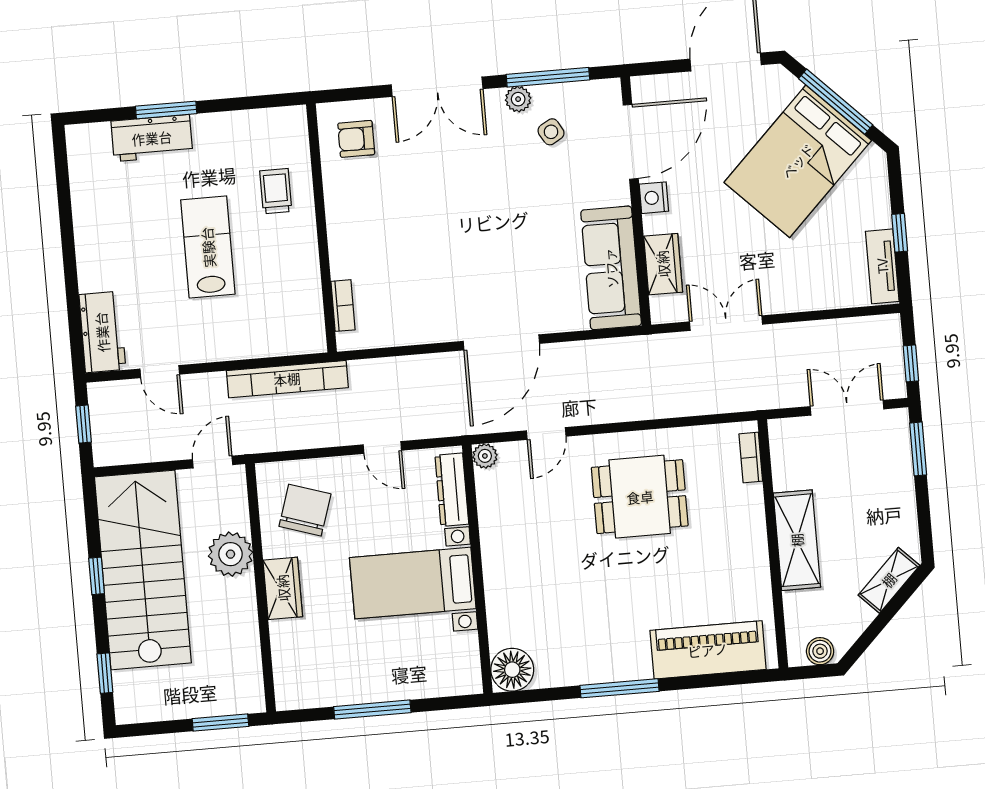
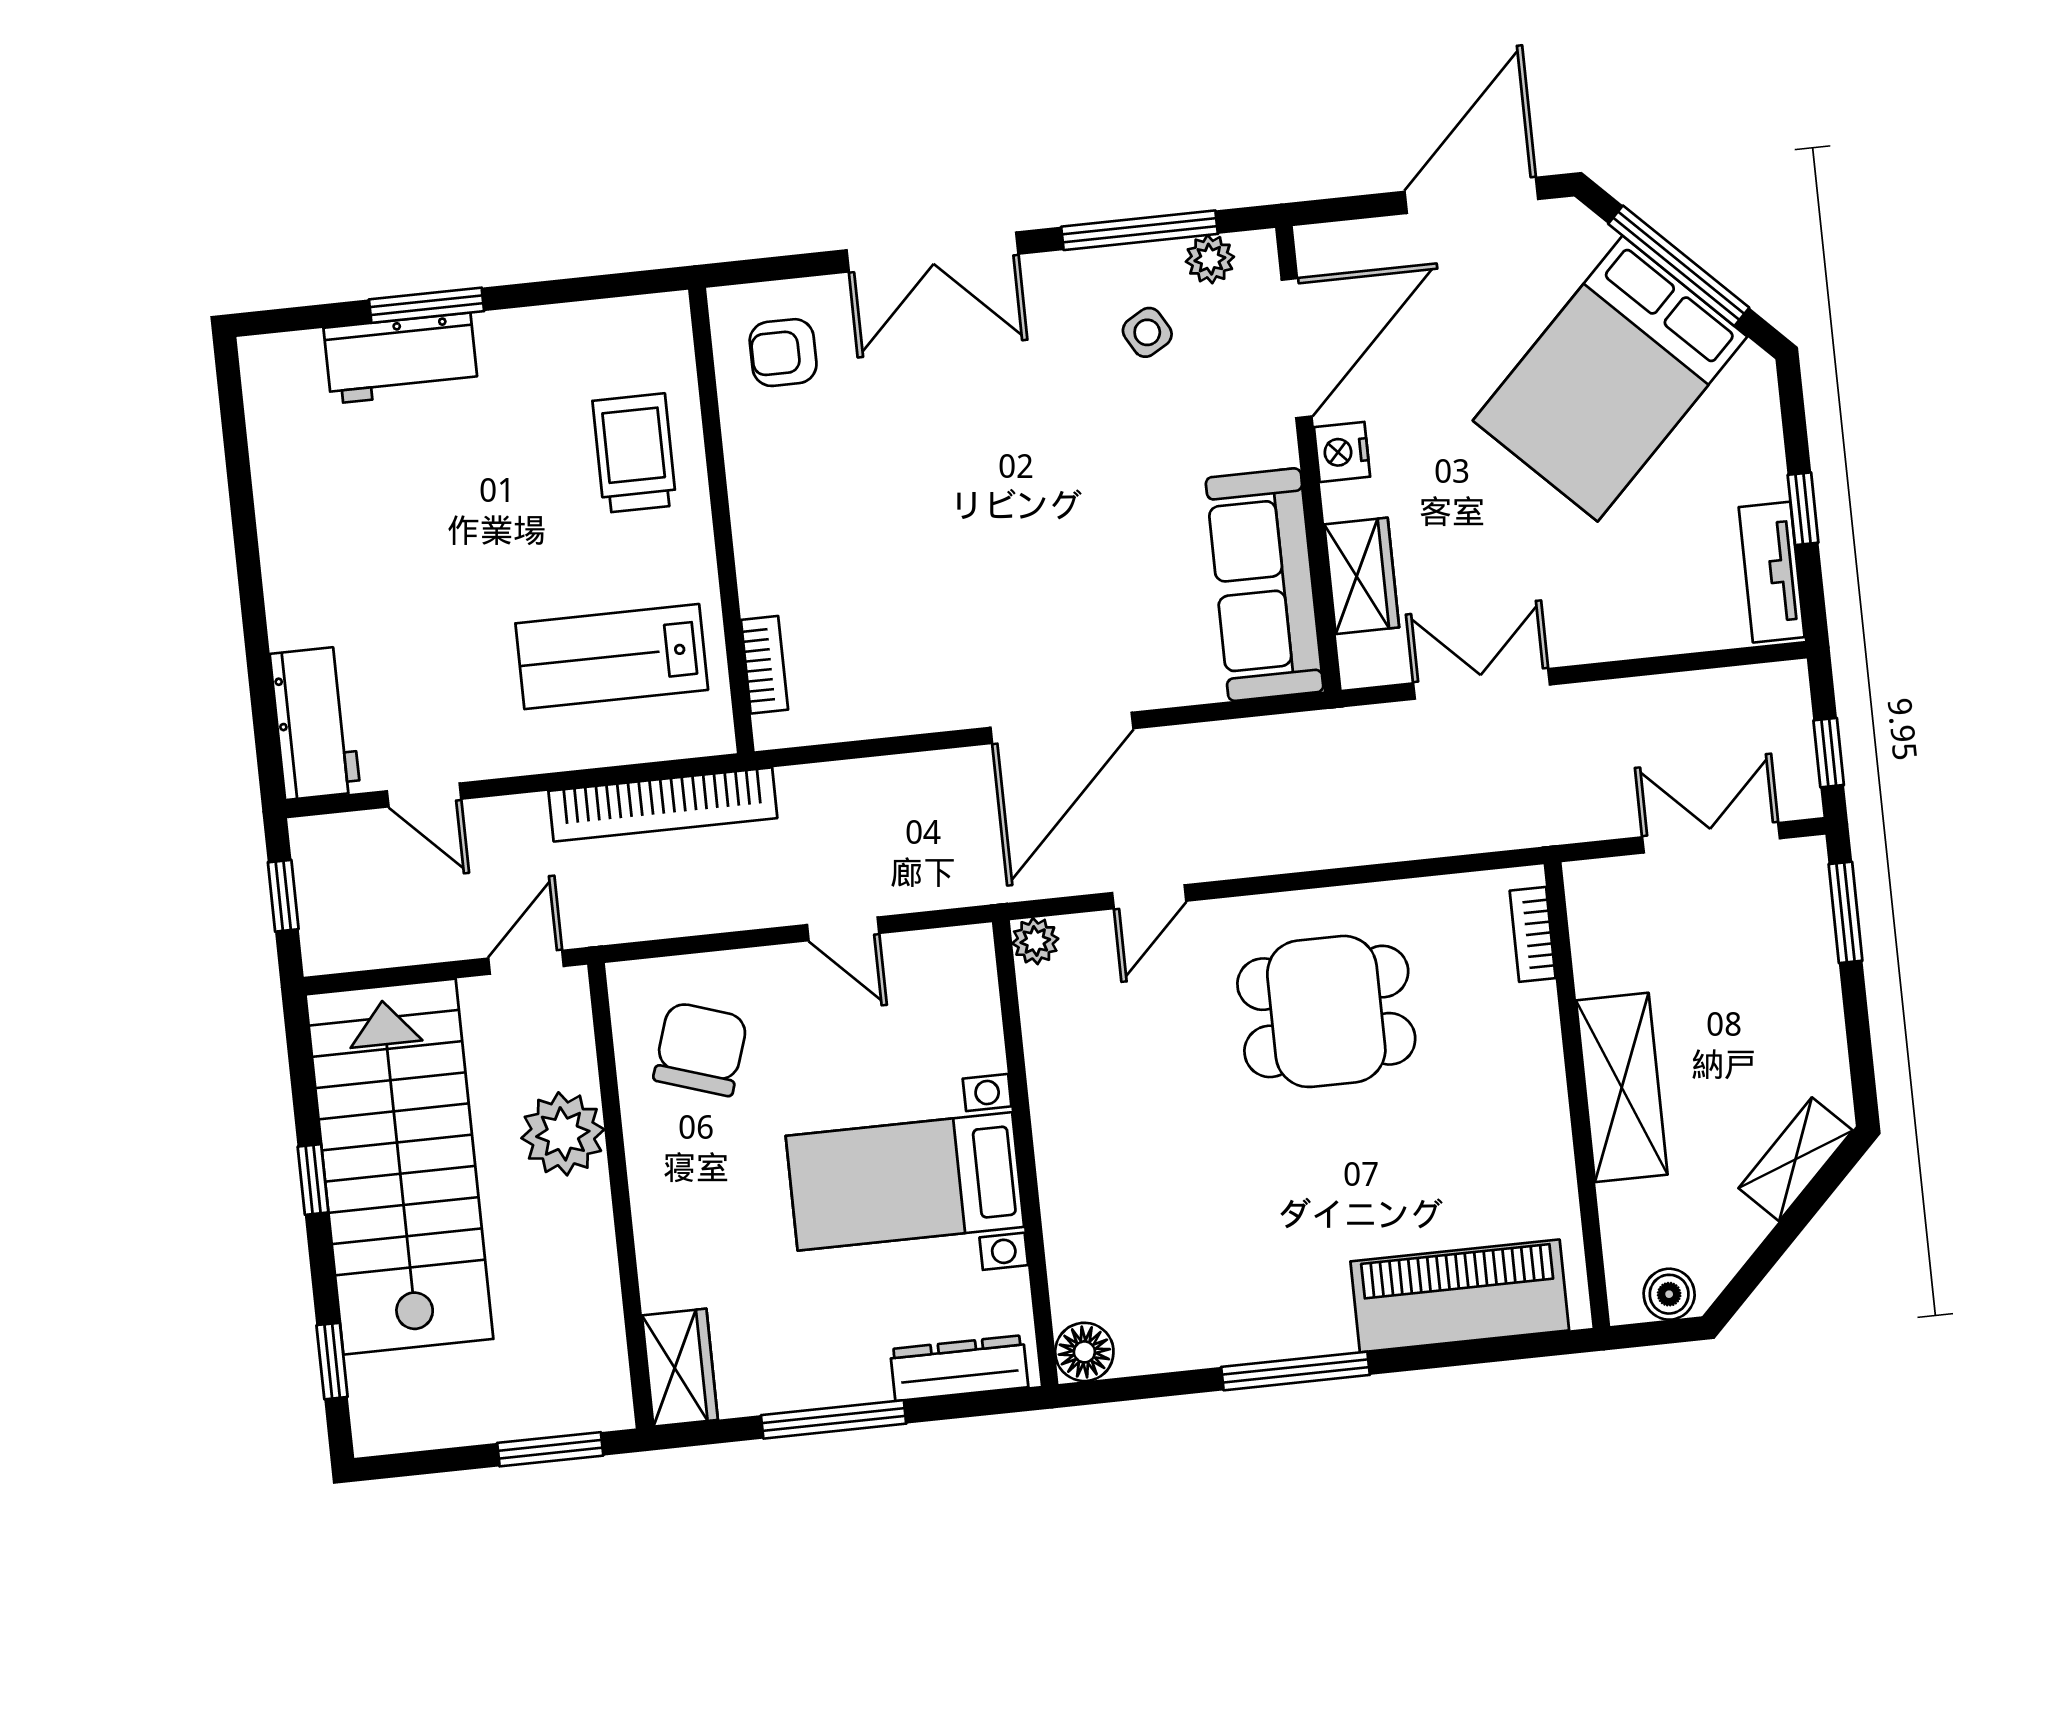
plant: (518, 99) -> (1210, 259), moved
trolley: (276, 191) -> (634, 453), width x1.36, depth x1.39
lab bench: (208, 247) -> (612, 657), moved, turned -90
dresser: (452, 490) -> (959, 1368), moved, turned 90
wardrobe: (283, 588) -> (680, 1368), moved
floor lamp: (512, 670) -> (1084, 1352), width x0.73, depth x0.73

